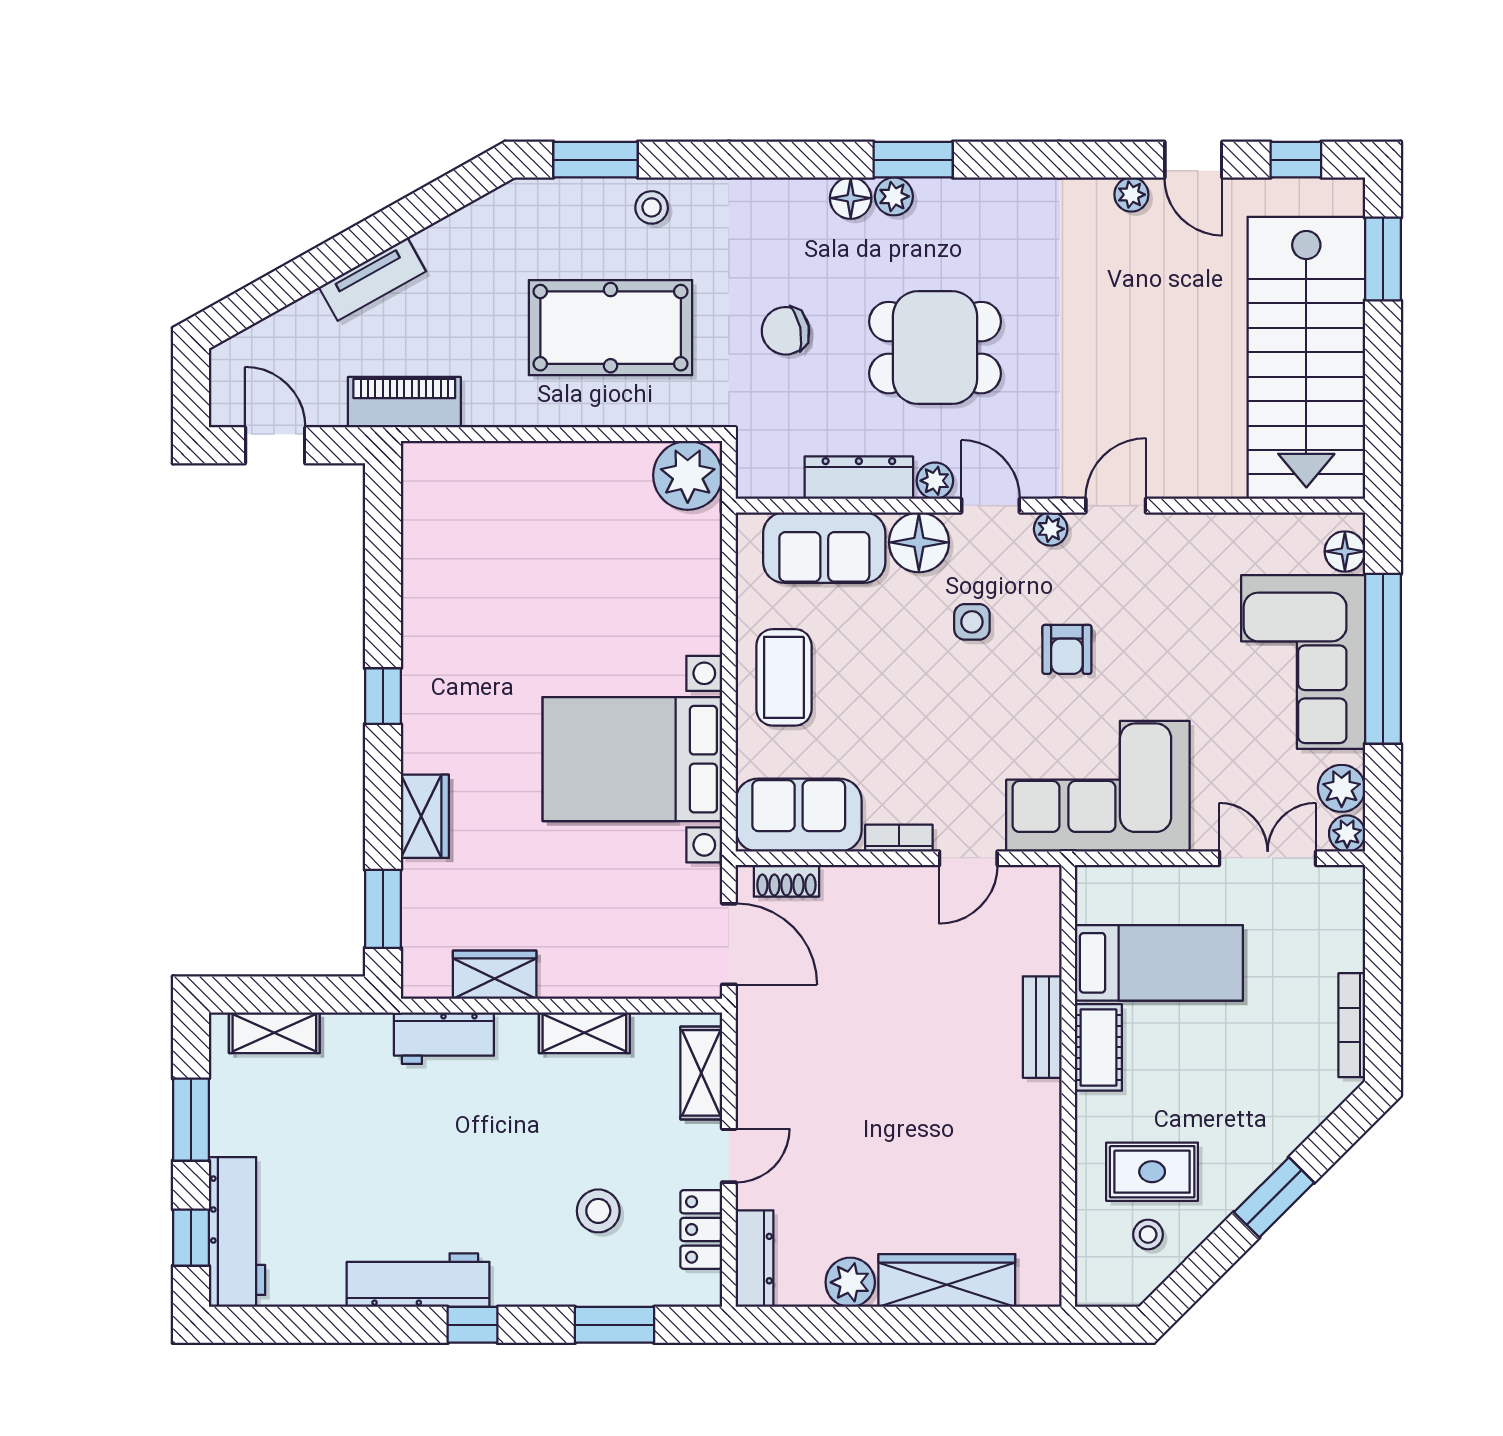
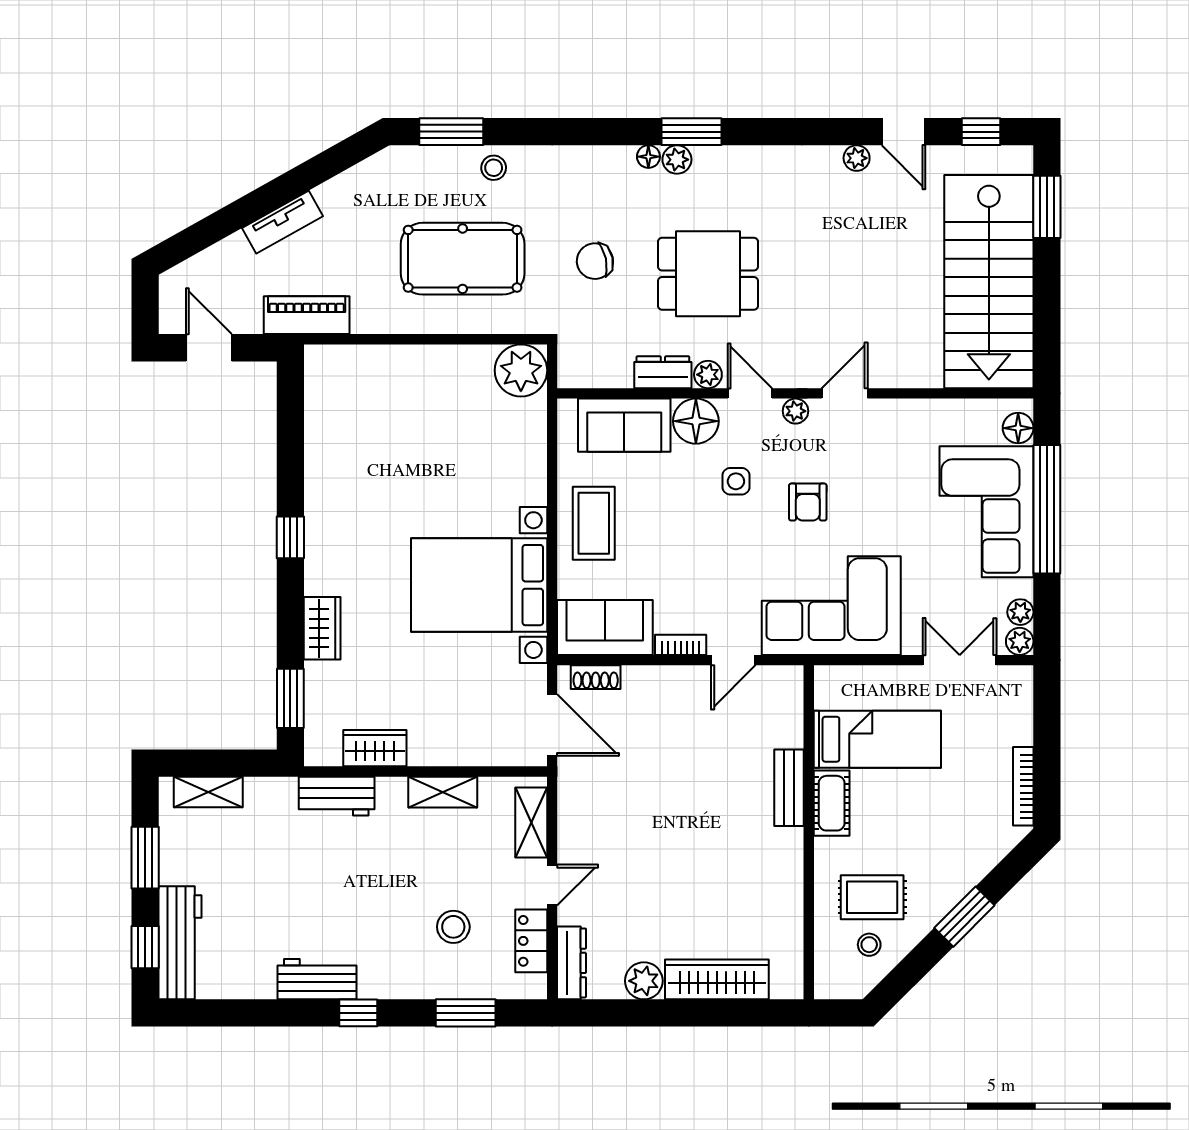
floor lamp: (851, 198) -> (648, 157), width x0.73, depth x0.73
dresser: (859, 478) -> (663, 372), width x0.70
plant: (1342, 788) -> (1020, 612), width x0.73, depth x0.73
workbench: (418, 1280) -> (317, 979), width x0.73

